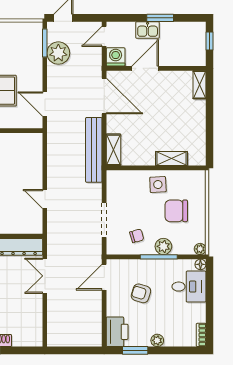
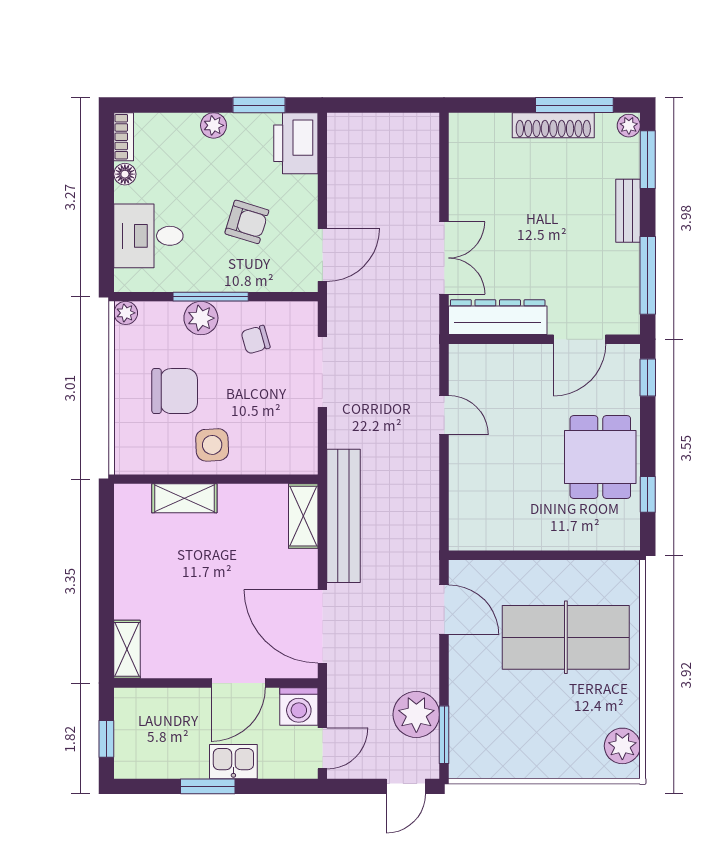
floor lamp: (200, 264) -> (125, 174), moved

